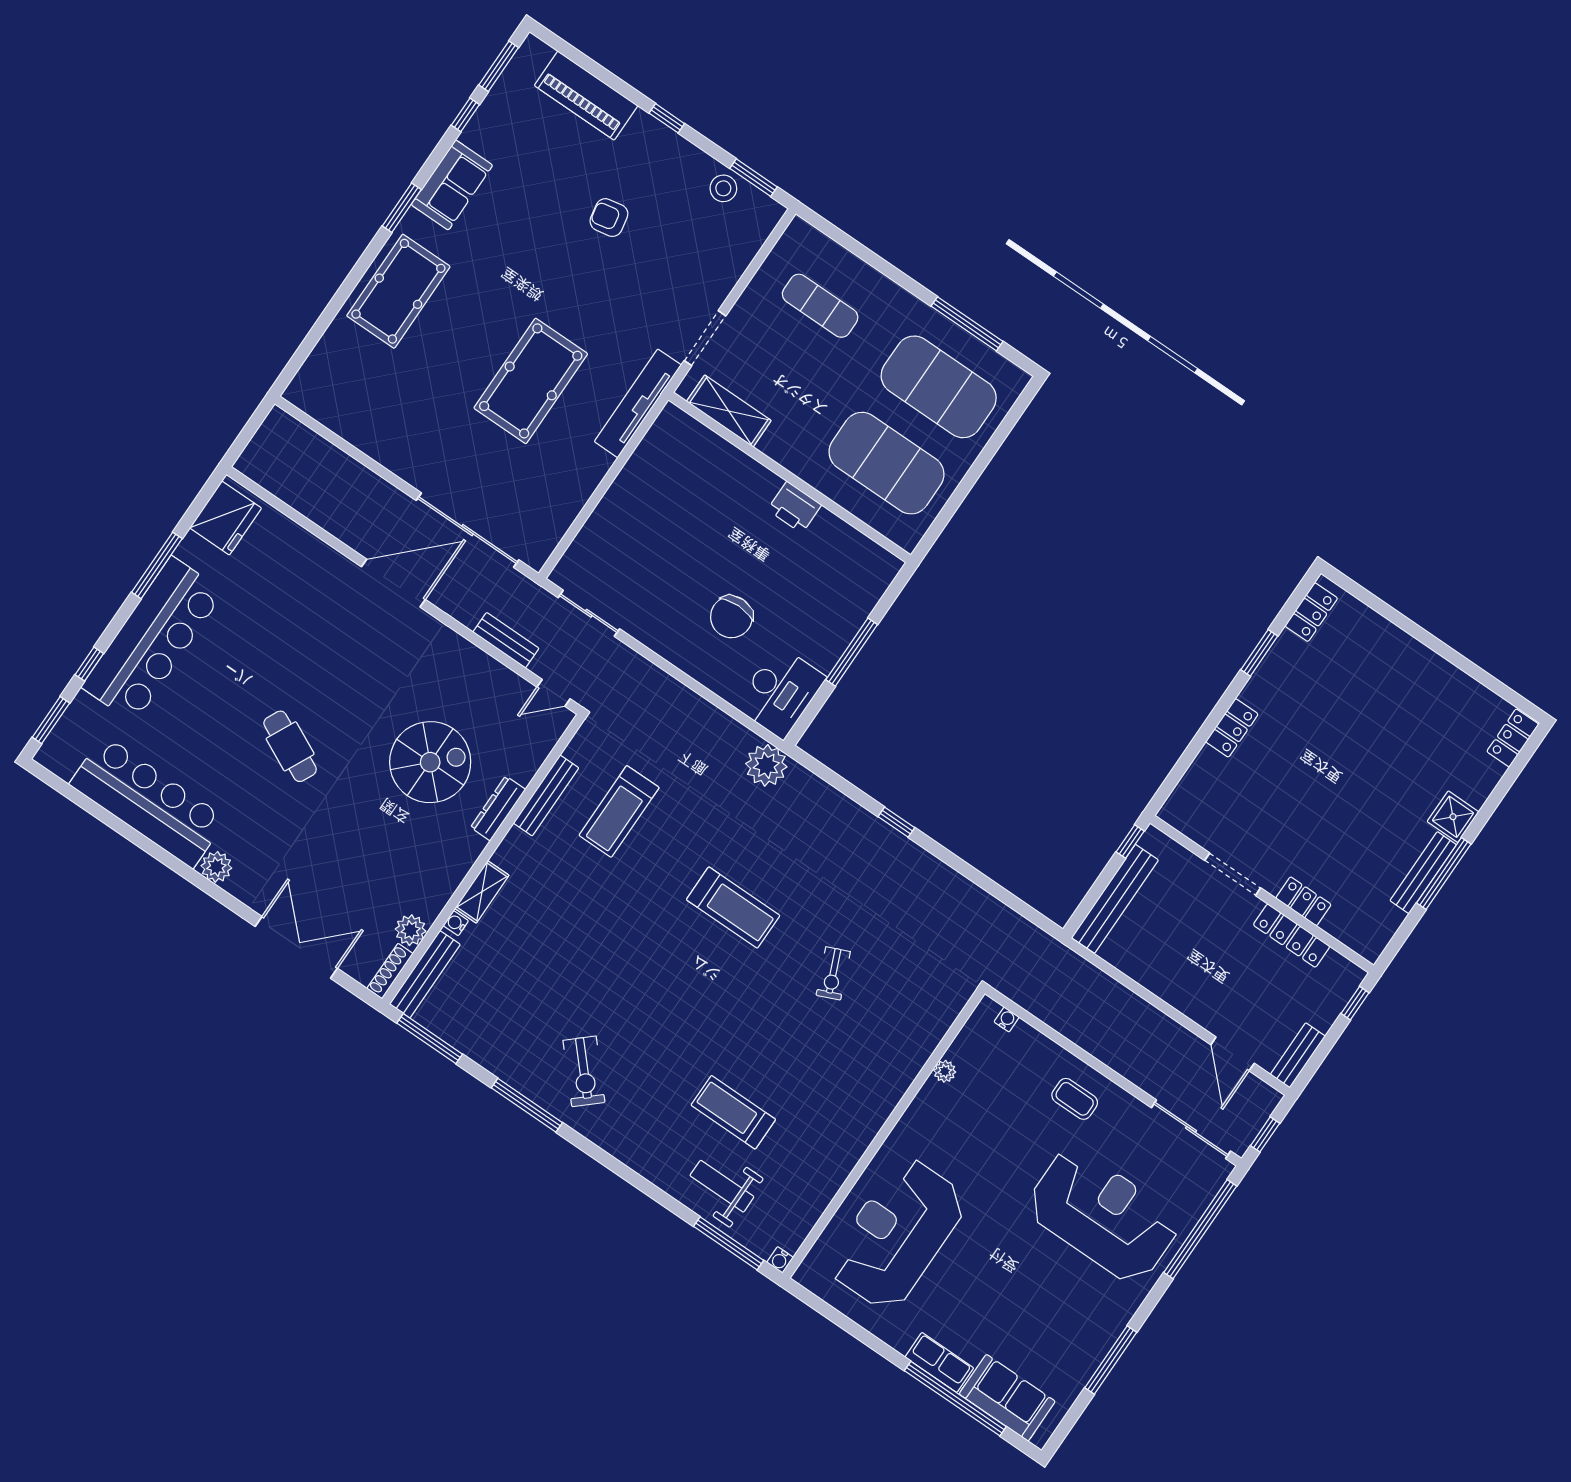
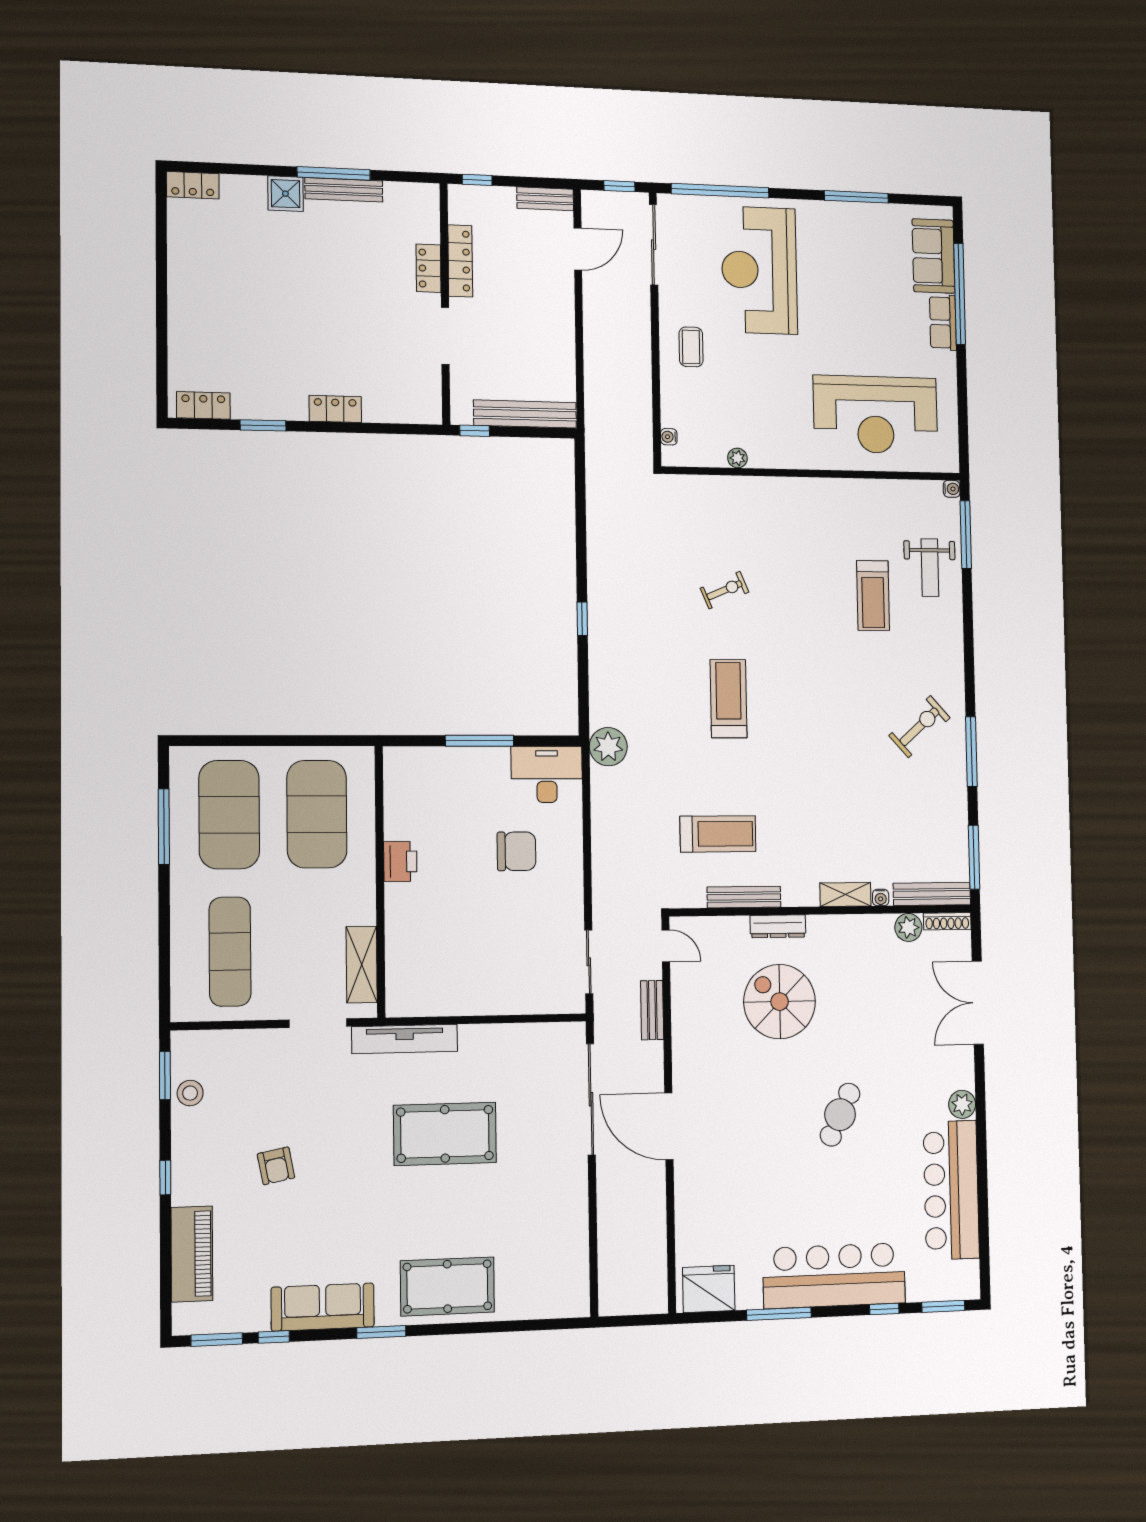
sofa: (452, 185) -> (323, 1307), width x1.36
exercise mat: (820, 306) -> (230, 952), width x1.36, depth x1.45

